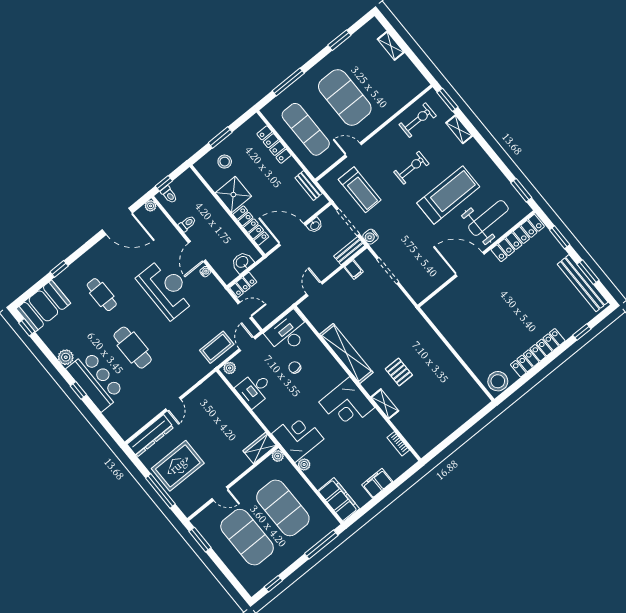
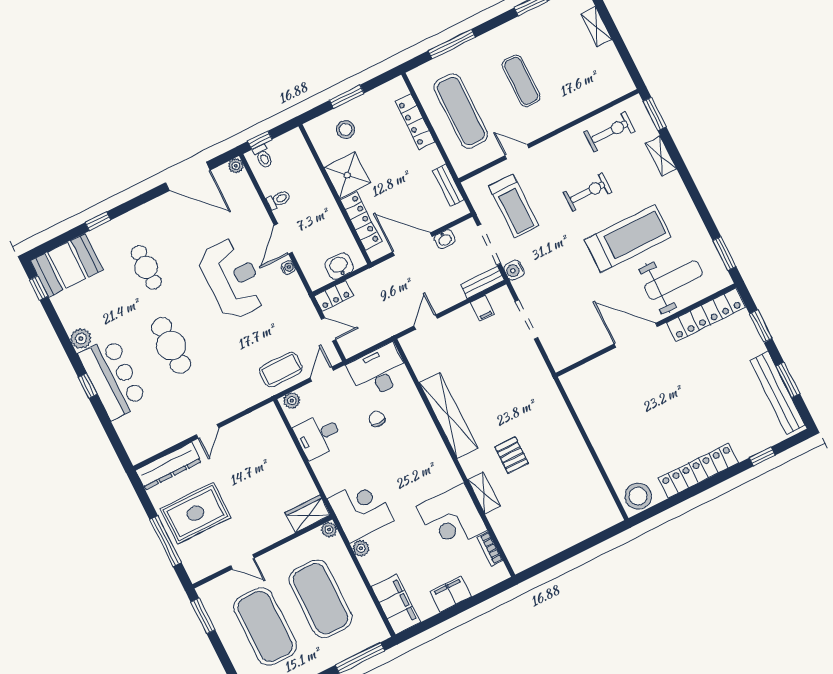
exercise mat: (345, 97) -> (521, 81), width x0.50, depth x0.69
corner desk: (347, 405) -> (452, 518), moved

